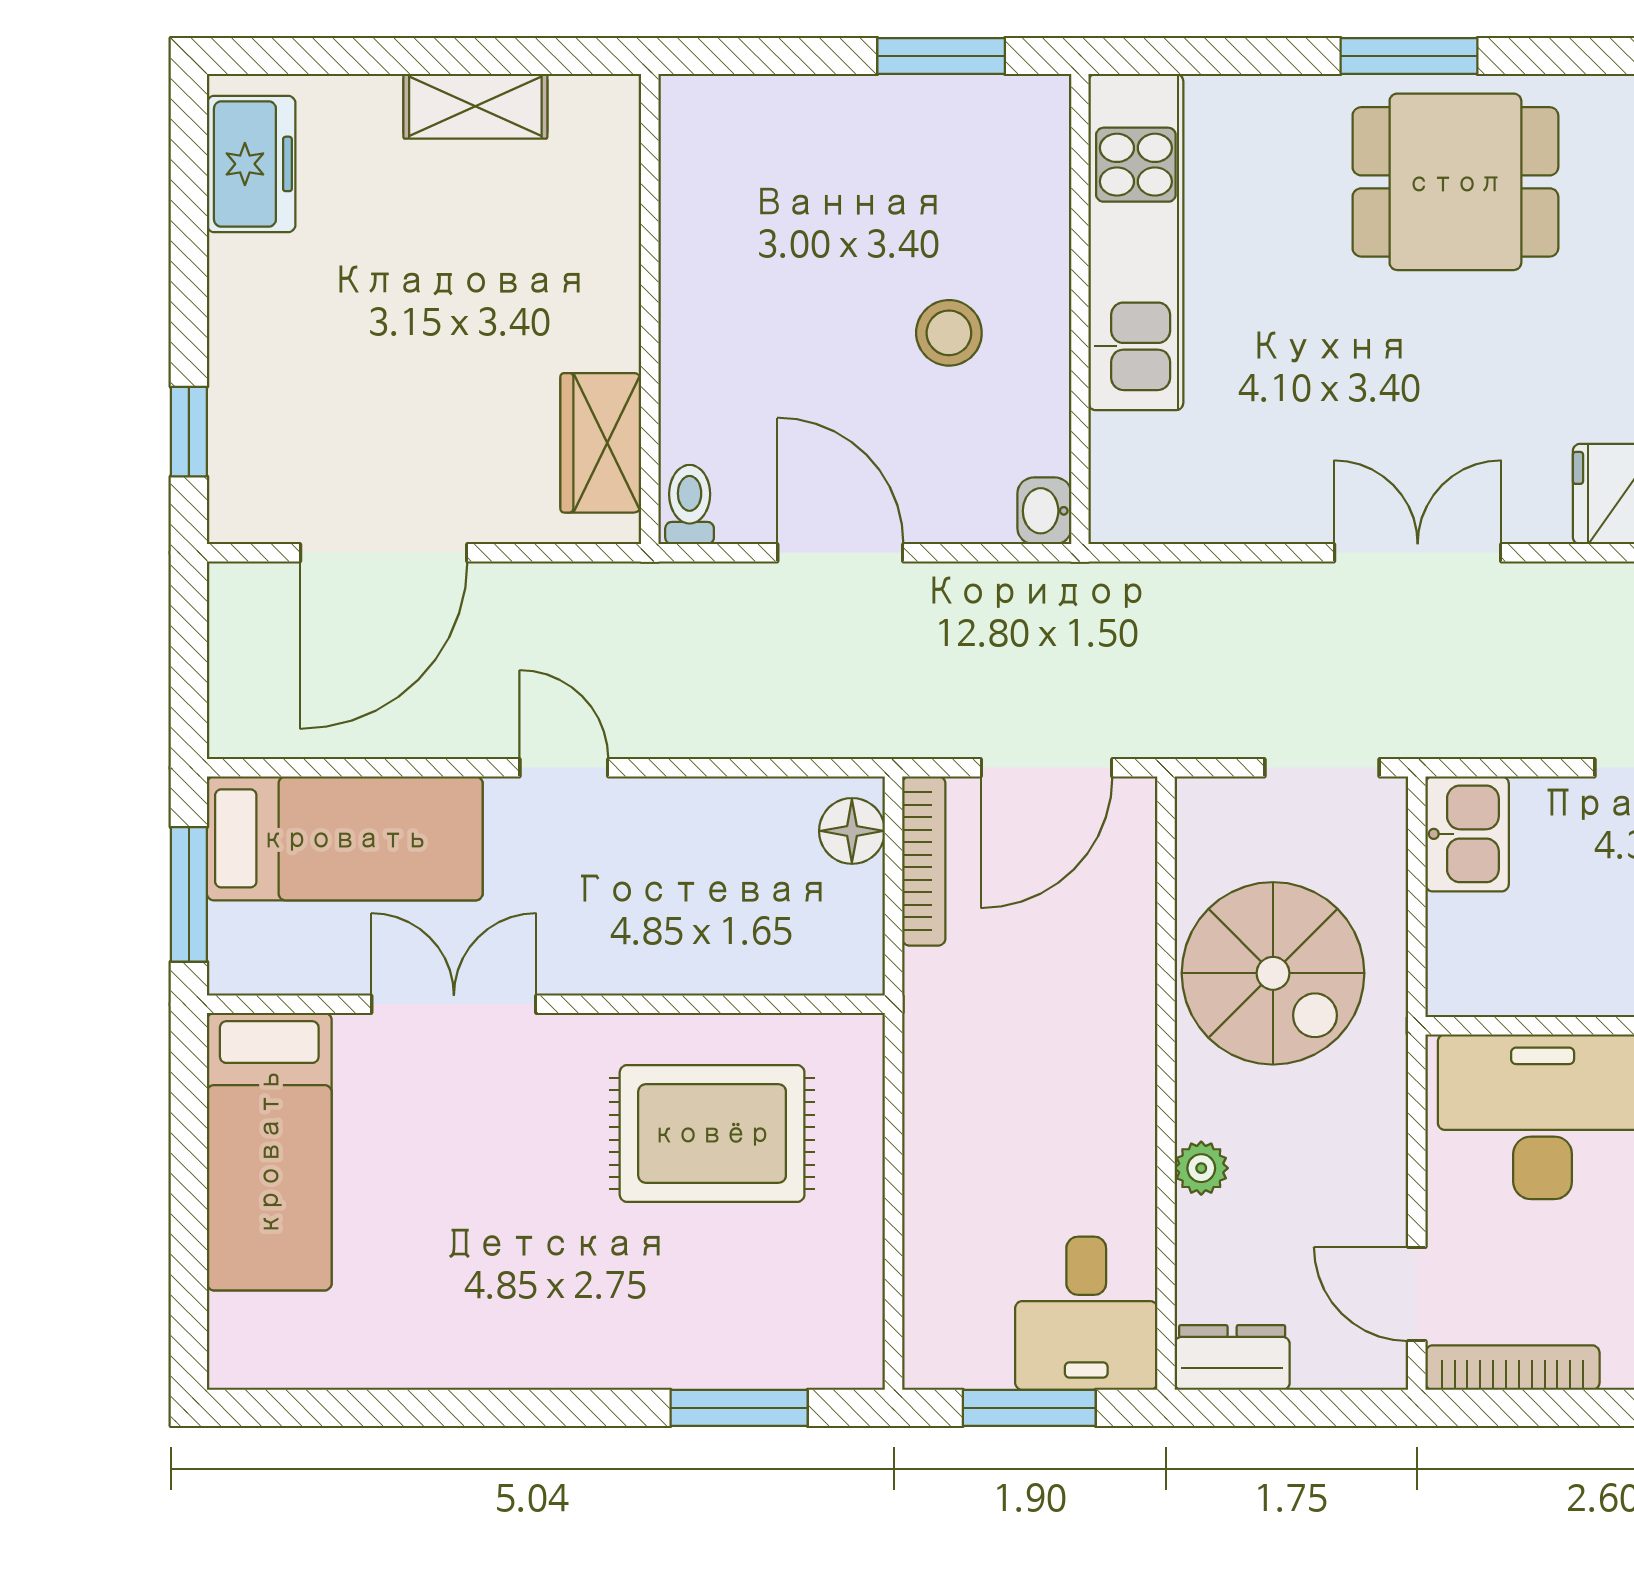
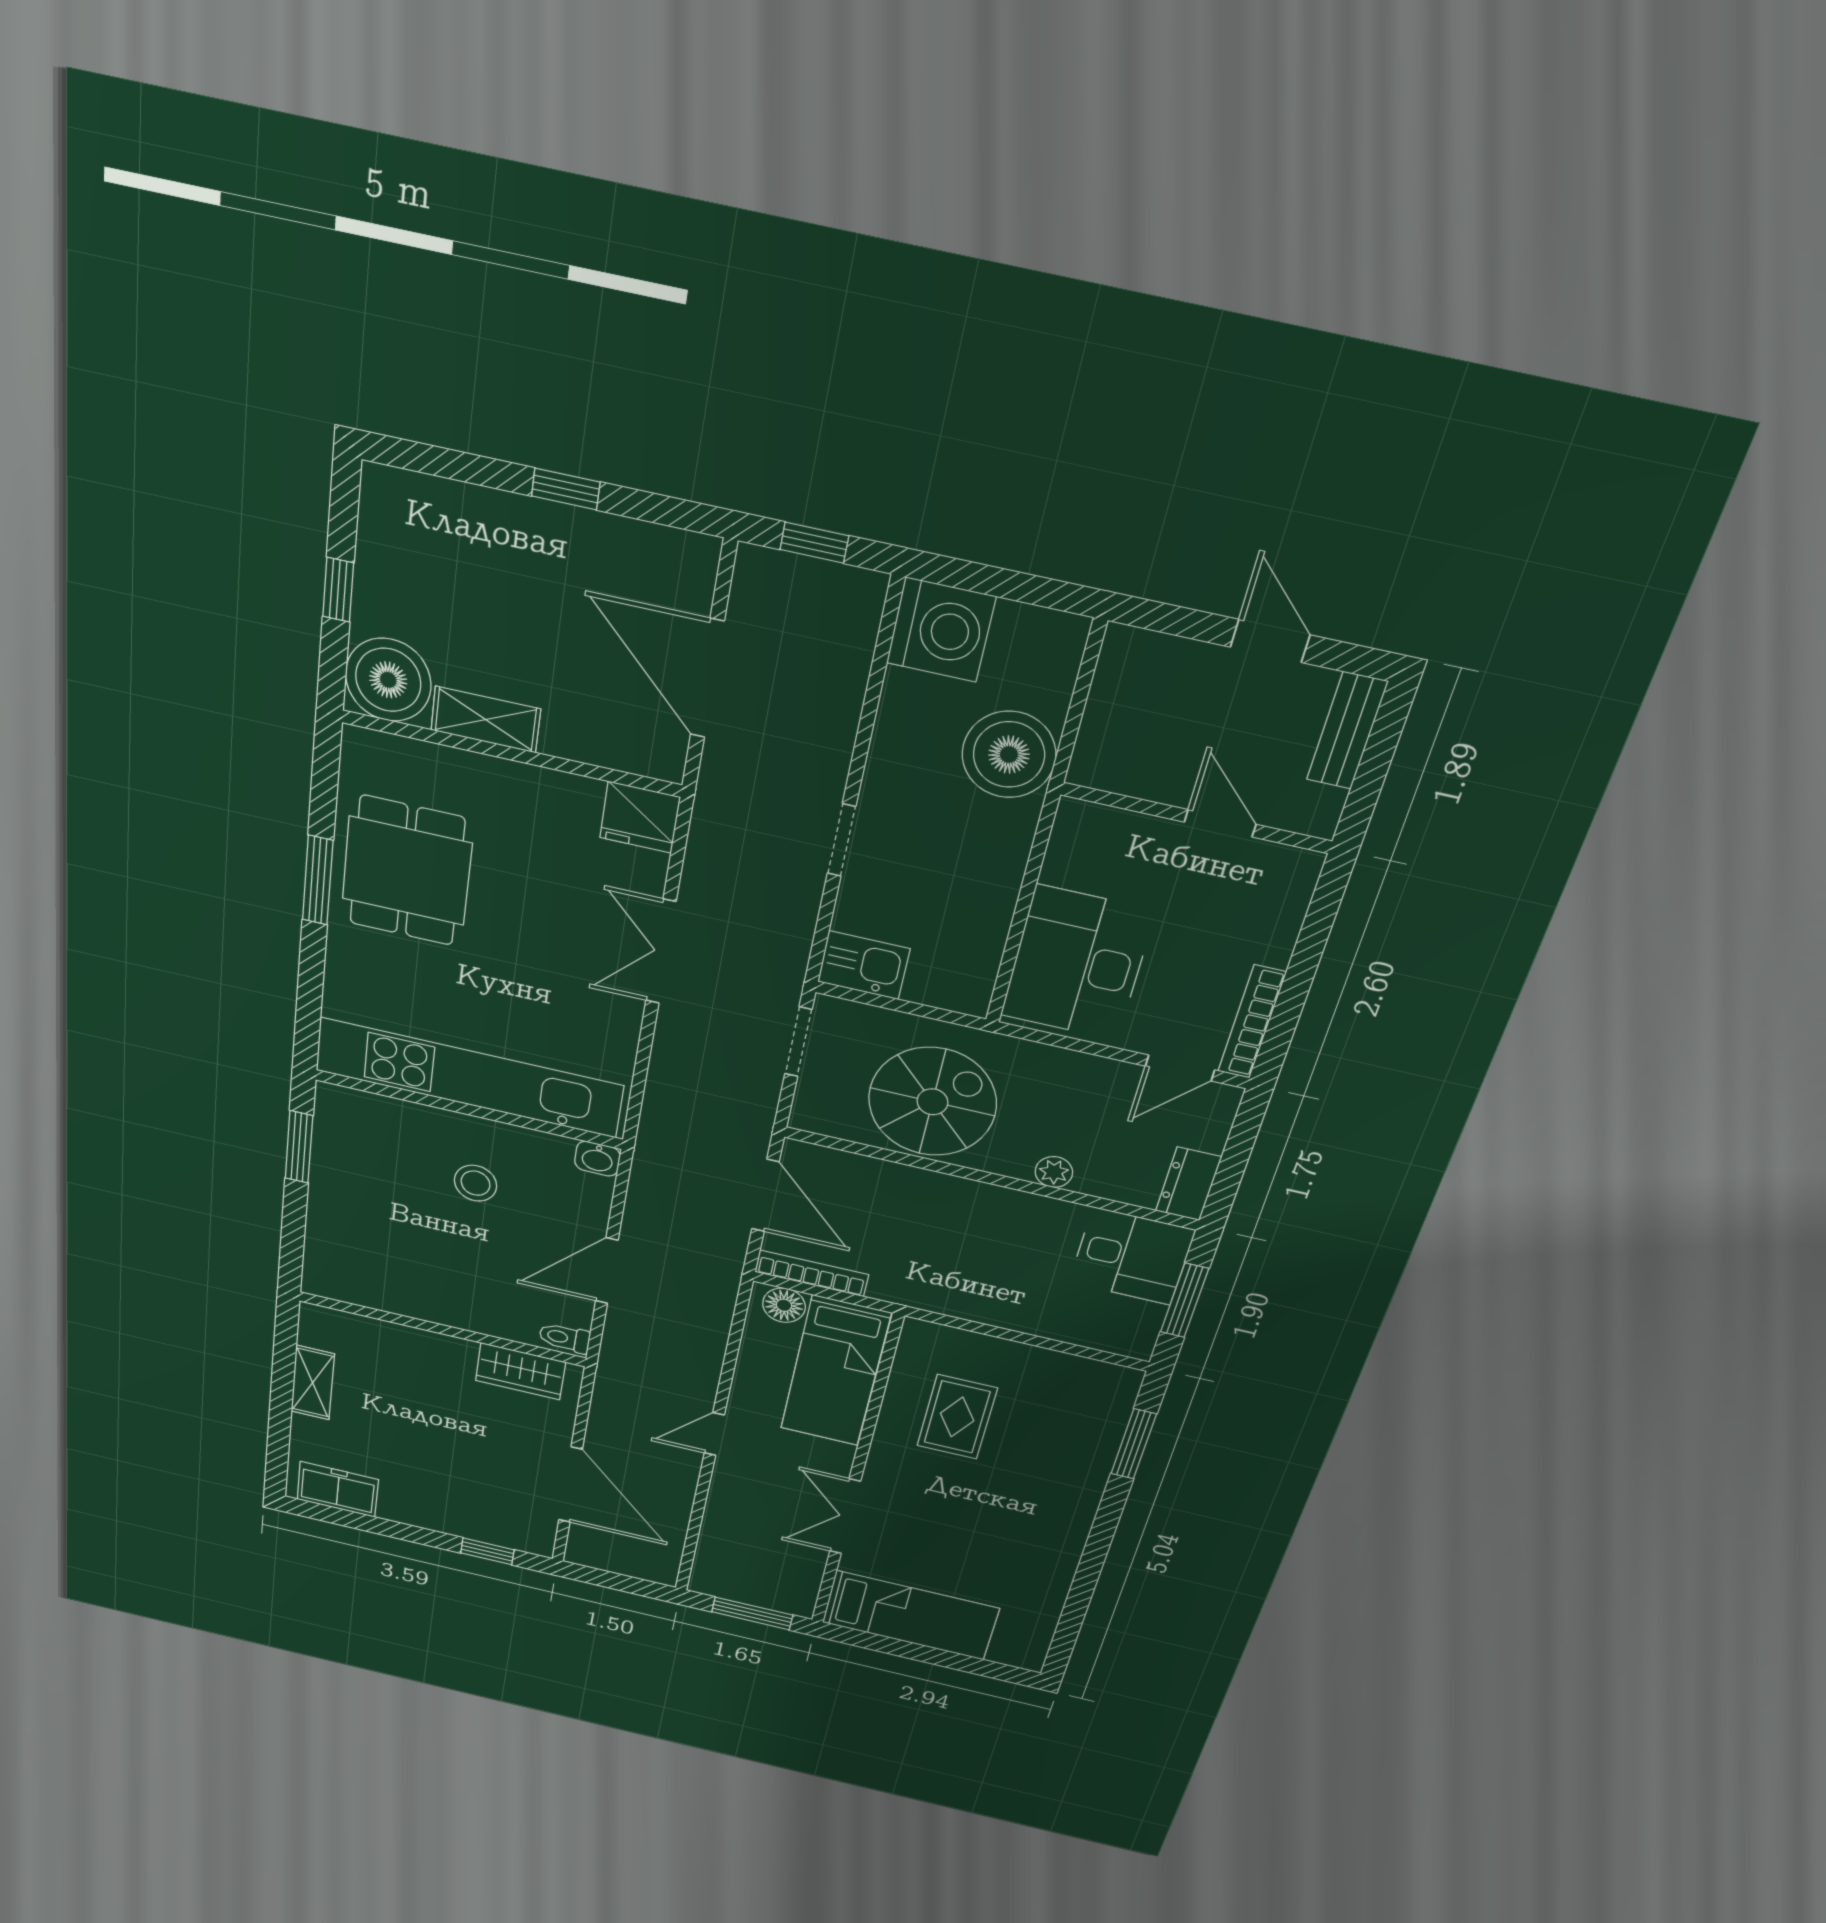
kitchen unit: (1136, 242) -> (469, 1078), width x1.36
bed: (345, 838) -> (835, 1371), moved, turned 180
rug: (712, 1133) -> (957, 1417), width x0.73, depth x0.70

